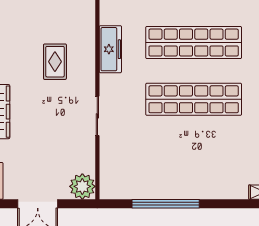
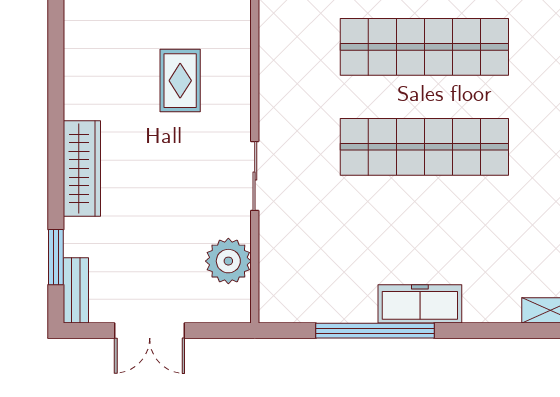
freezer: (110, 49) -> (420, 304), moved, turned -90
plant: (82, 186) -> (228, 261), moved

